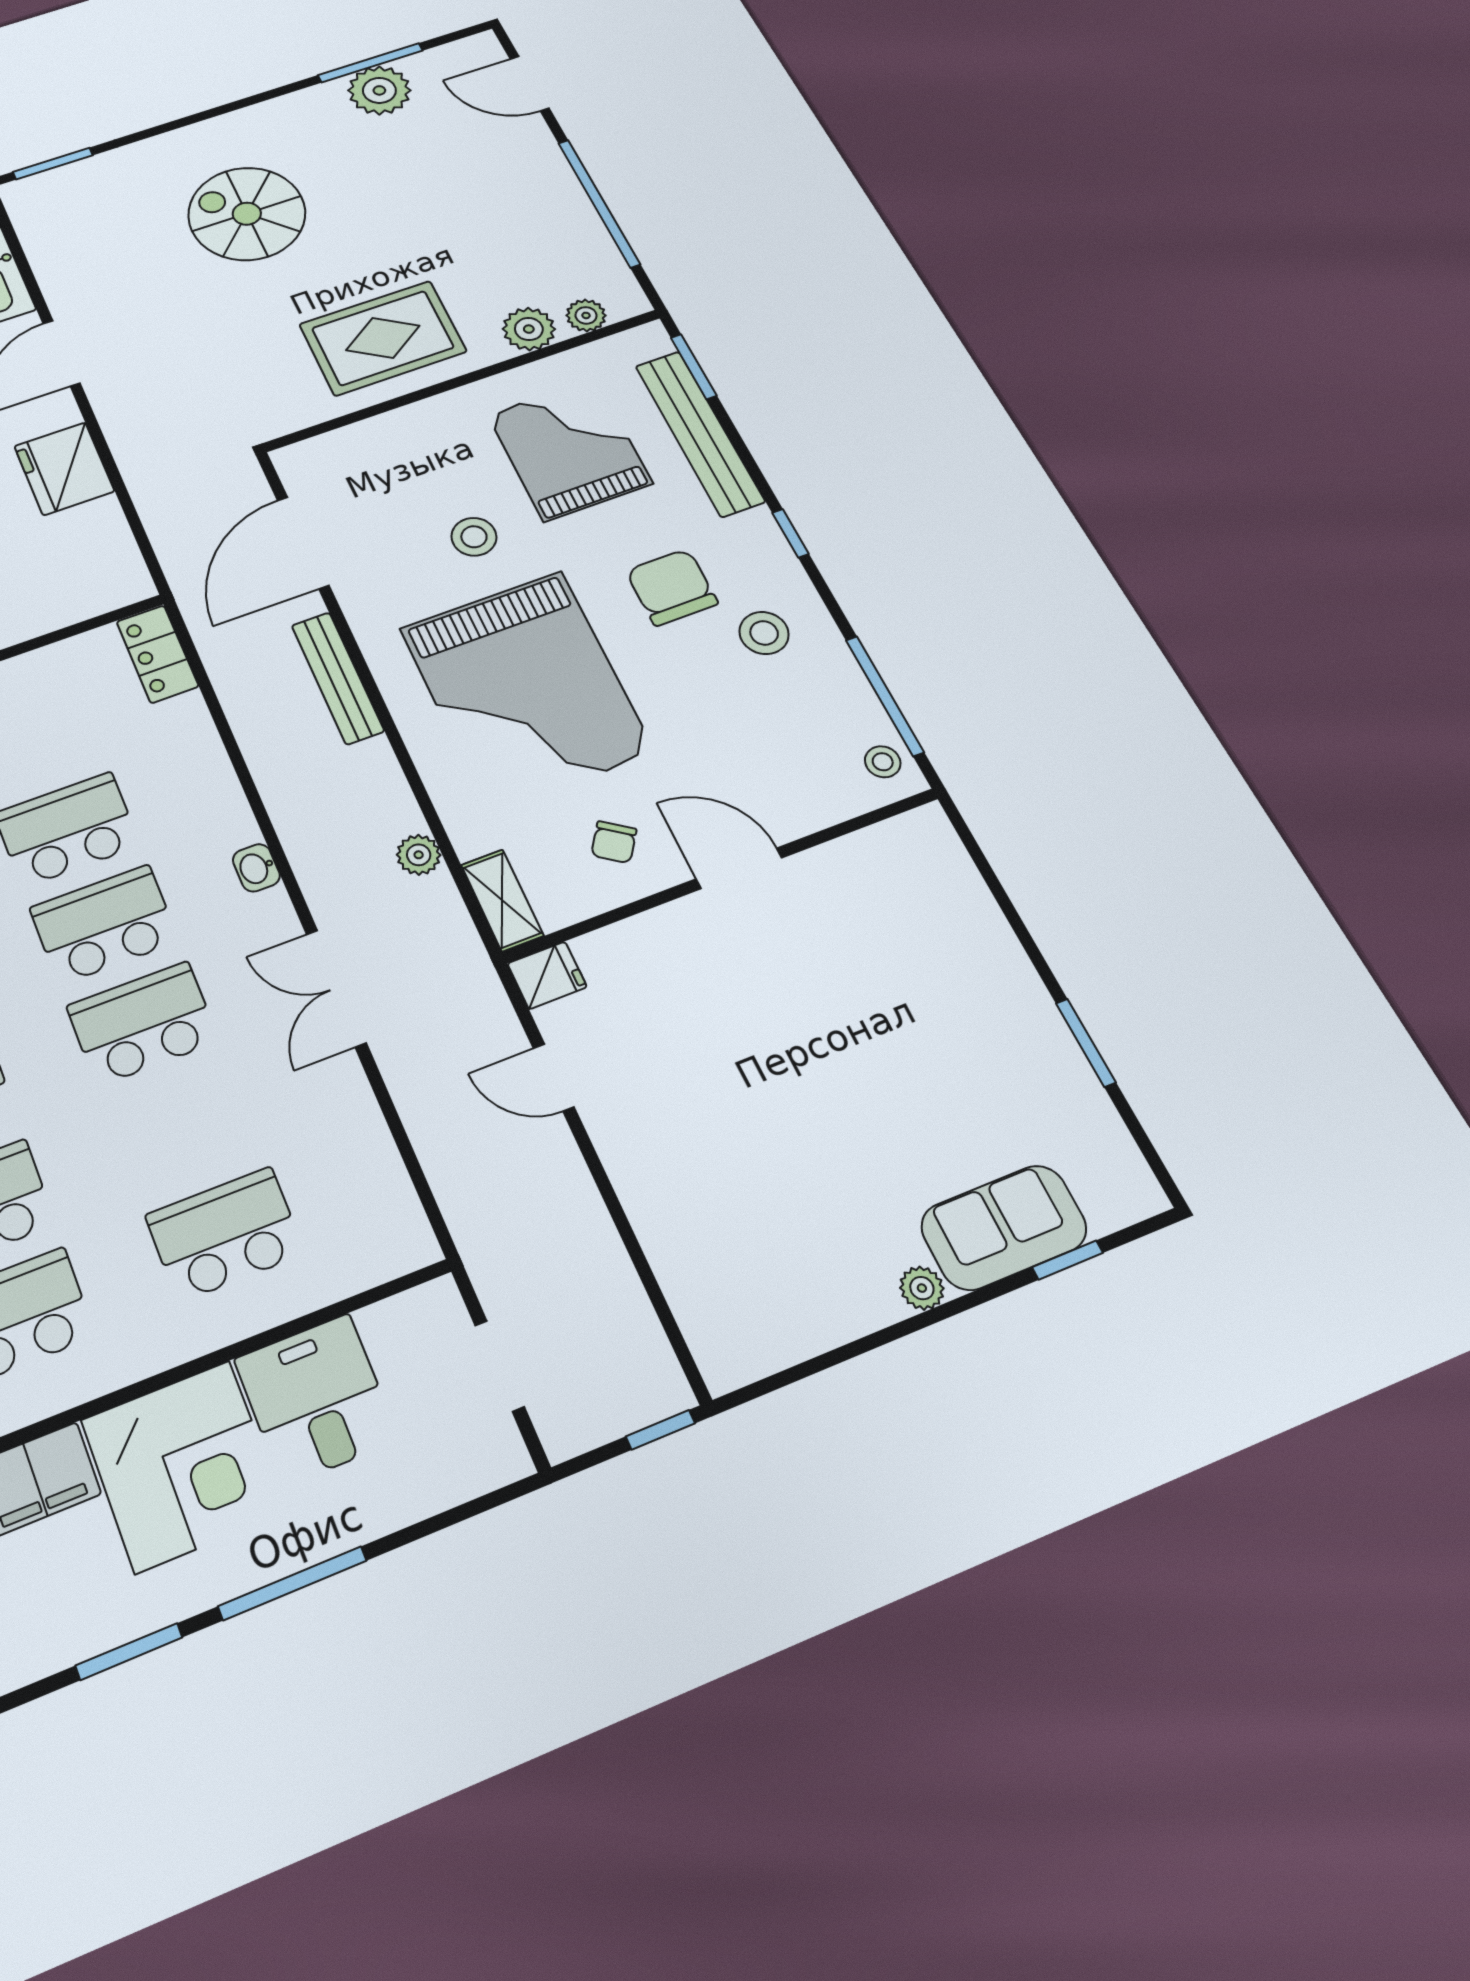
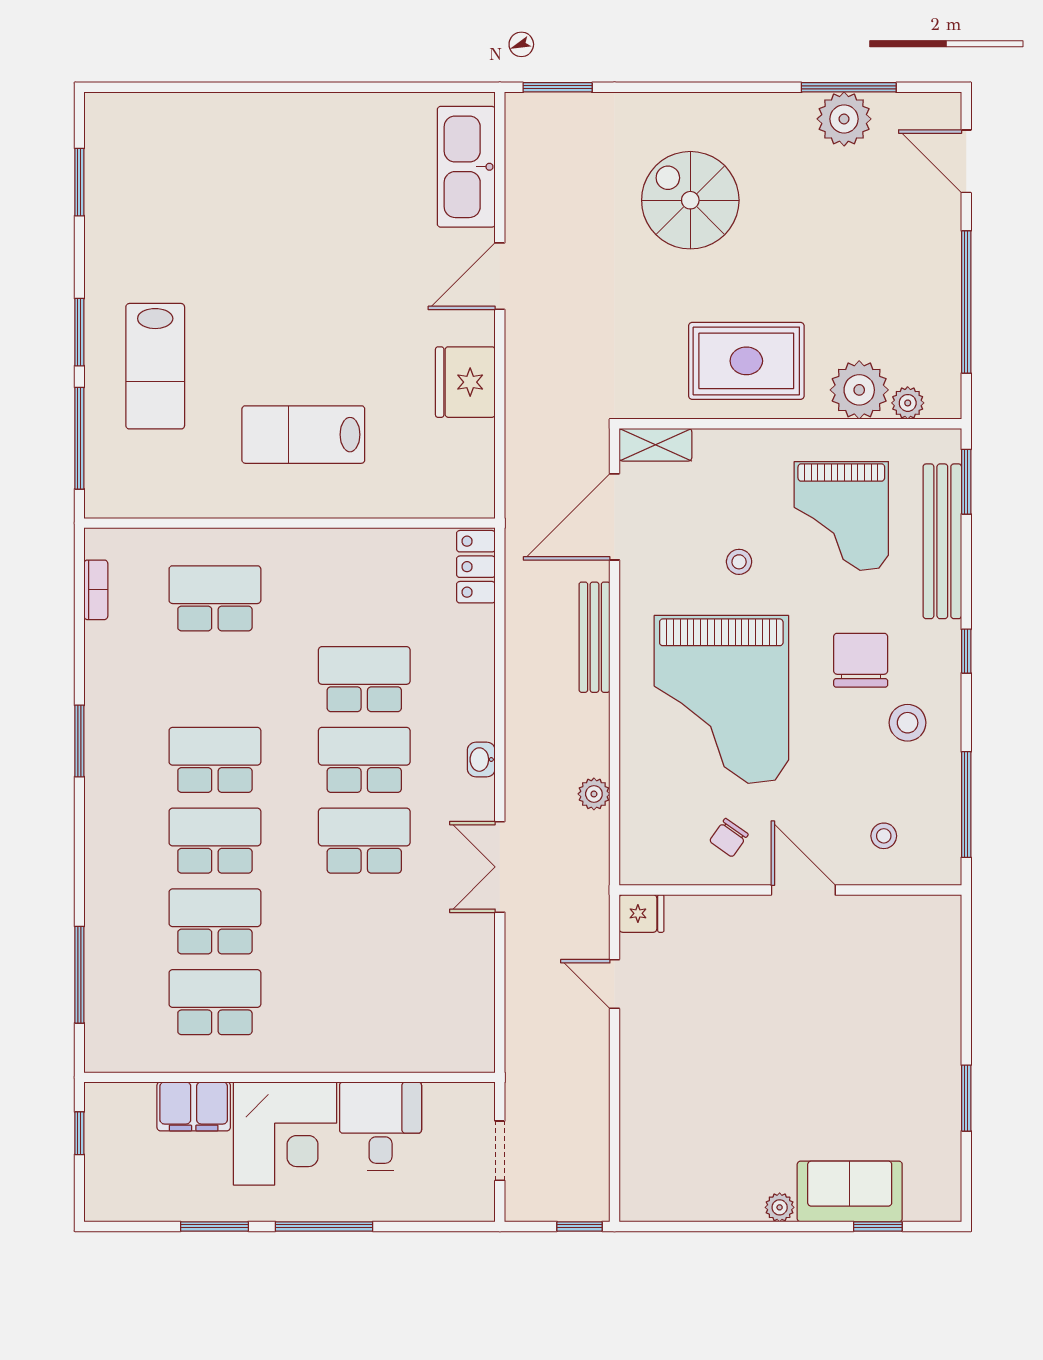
plant: (529, 329) -> (859, 390), width x1.36, depth x1.36
grand piano: (570, 449) -> (841, 516), turned 180
stool: (474, 537) -> (739, 562), width x0.73, depth x0.73
stool: (883, 762) -> (884, 836), moved
shelving: (502, 900) -> (655, 445), moved, turned 90
school desk: (225, 1234) -> (364, 1002), removed

